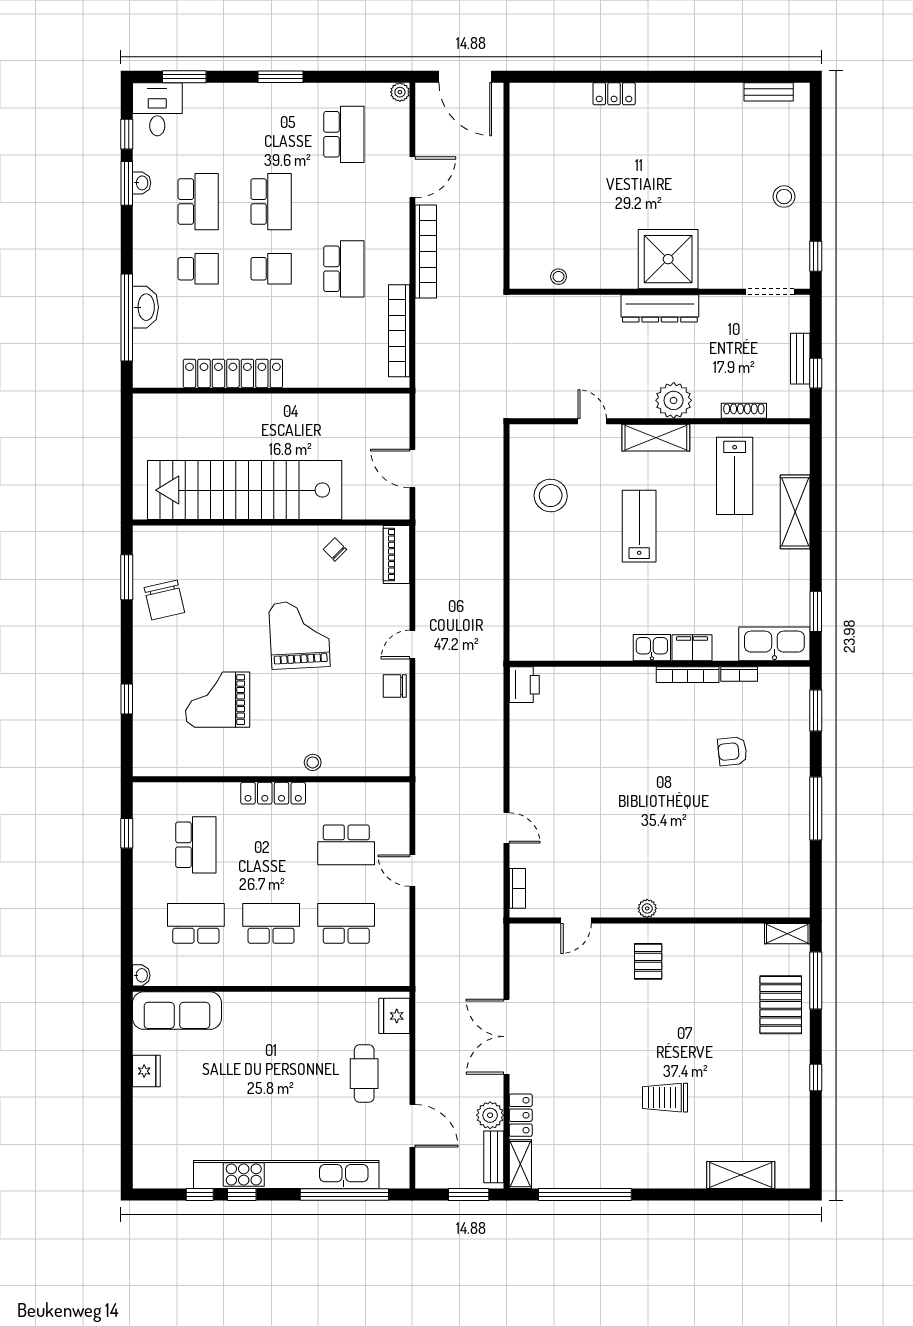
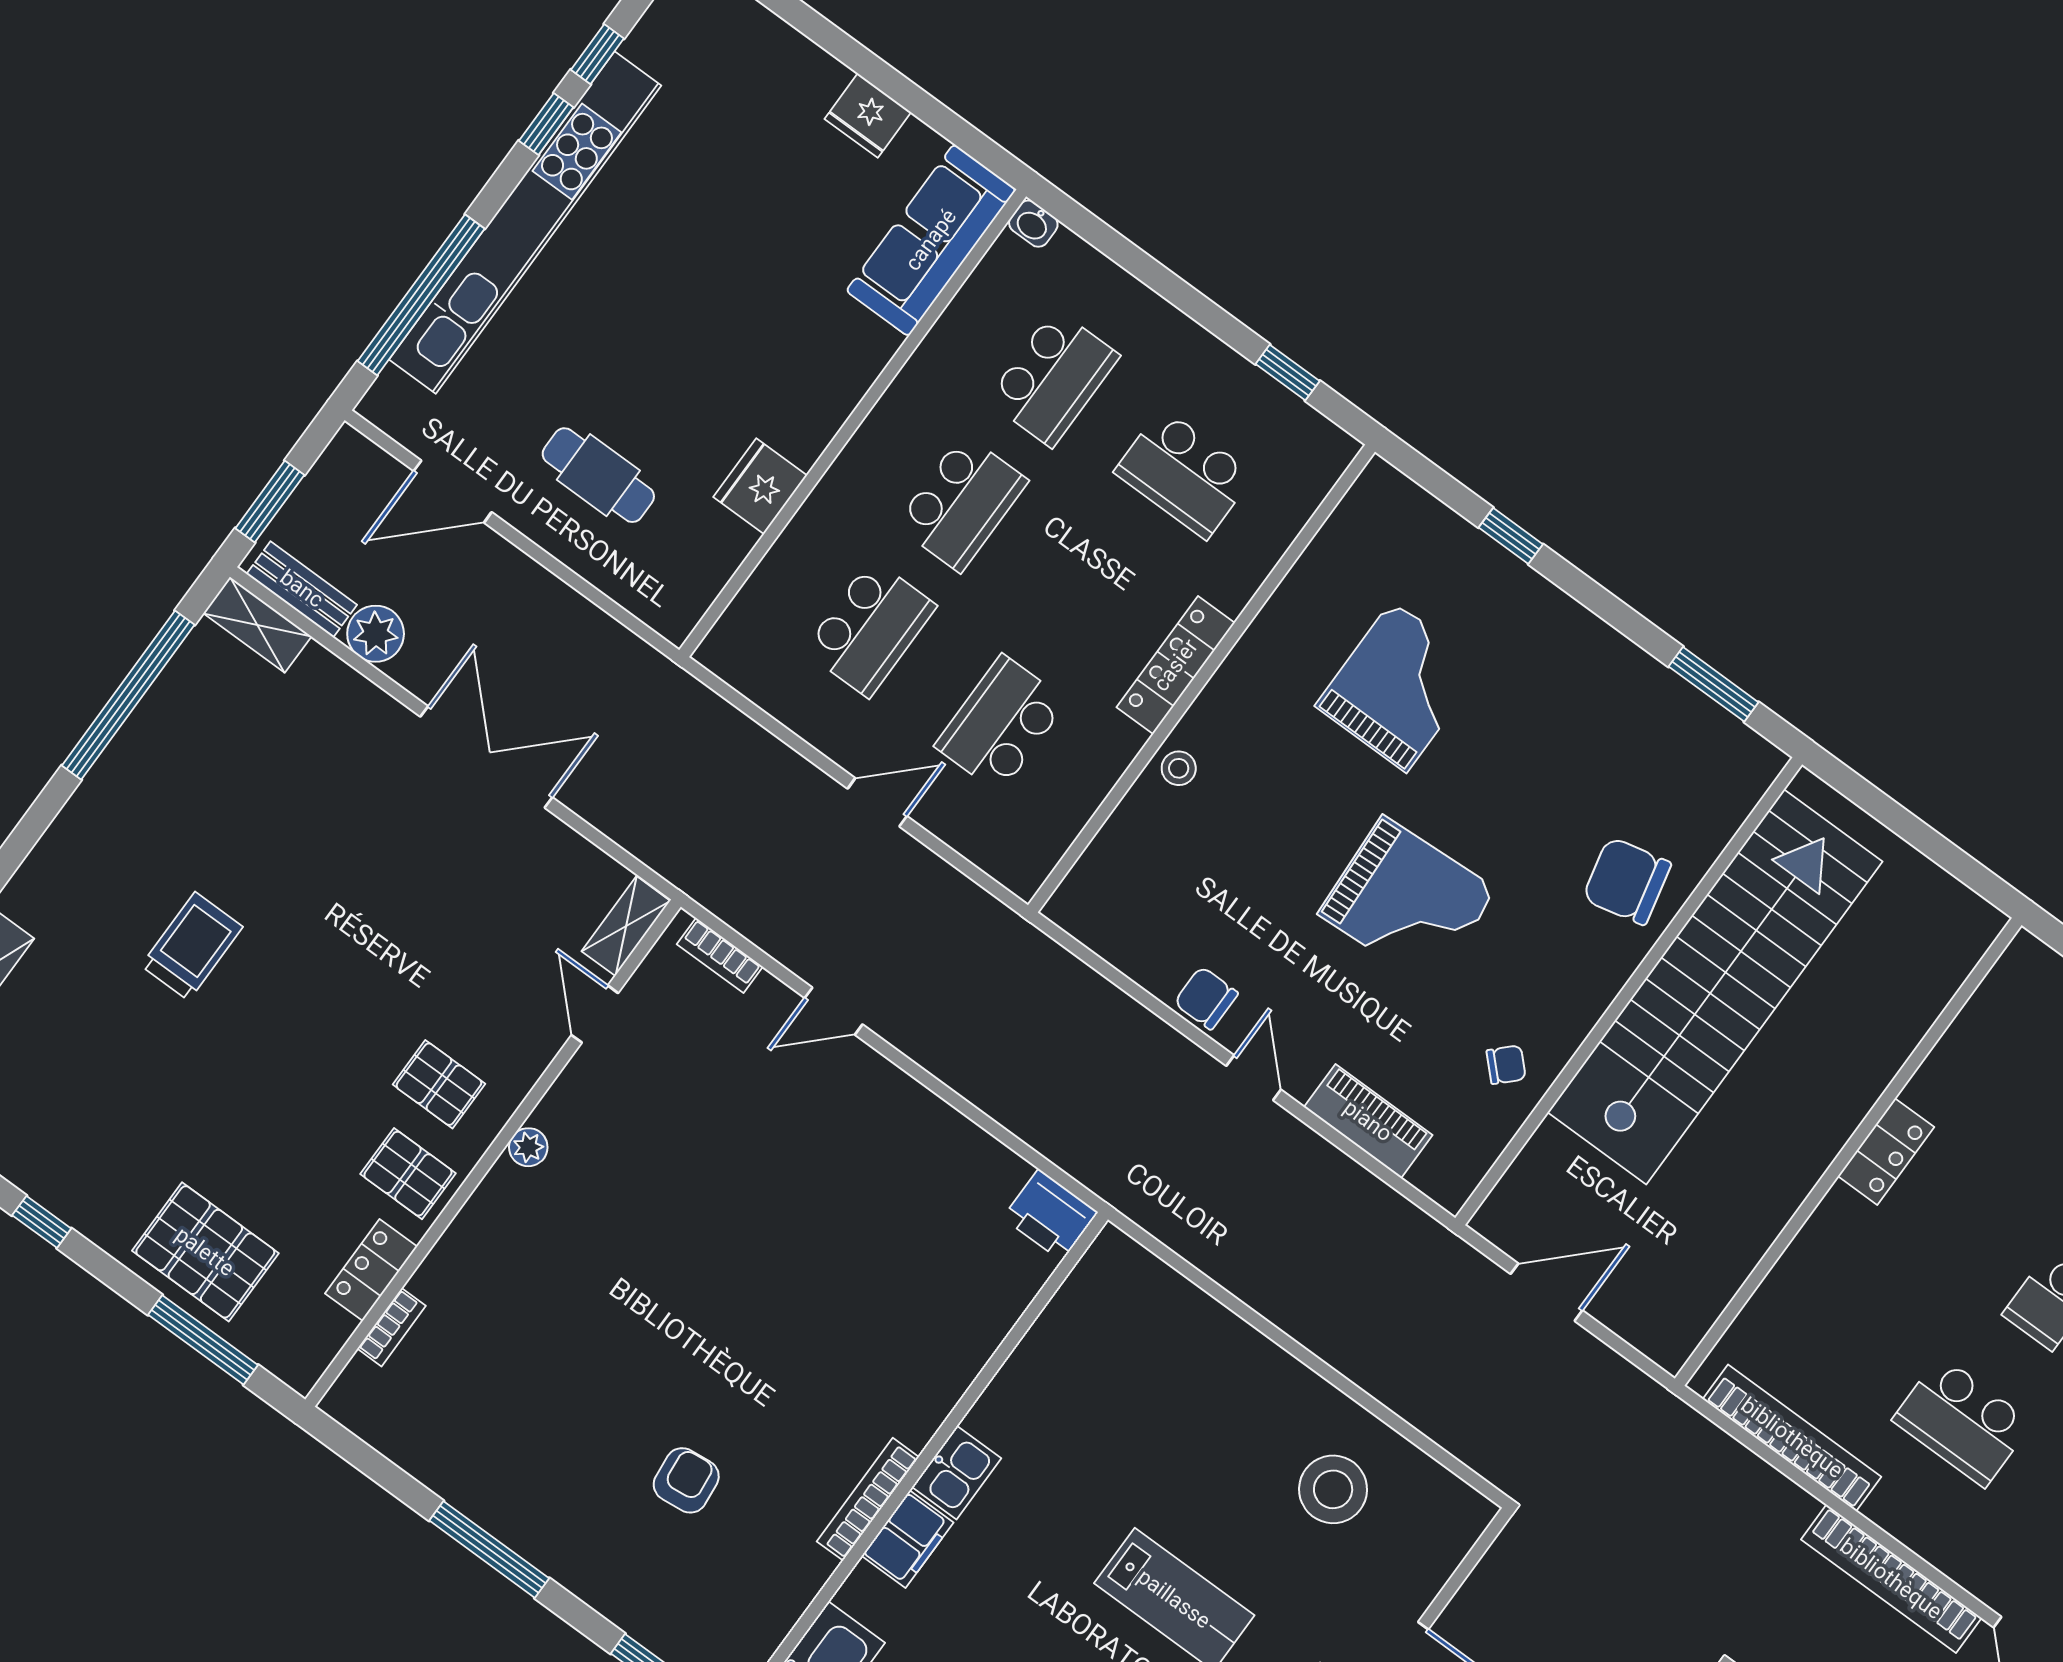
locker: (233, 373) -> (1886, 1152), width x0.46, depth x0.83
piano: (396, 555) -> (1368, 1121), moved
chair: (164, 600) -> (1627, 881), moved
bookcase: (739, 674) -> (392, 1327), moved, turned 180
chair: (395, 686) -> (1206, 998), turned -90
shelving: (787, 934) -> (626, 926), moved
pallet: (692, 948) -> (408, 1174), added
fridge: (394, 1016) -> (760, 486), moved, turned -90
locker: (521, 1115) -> (371, 1270), moved, turned 90

